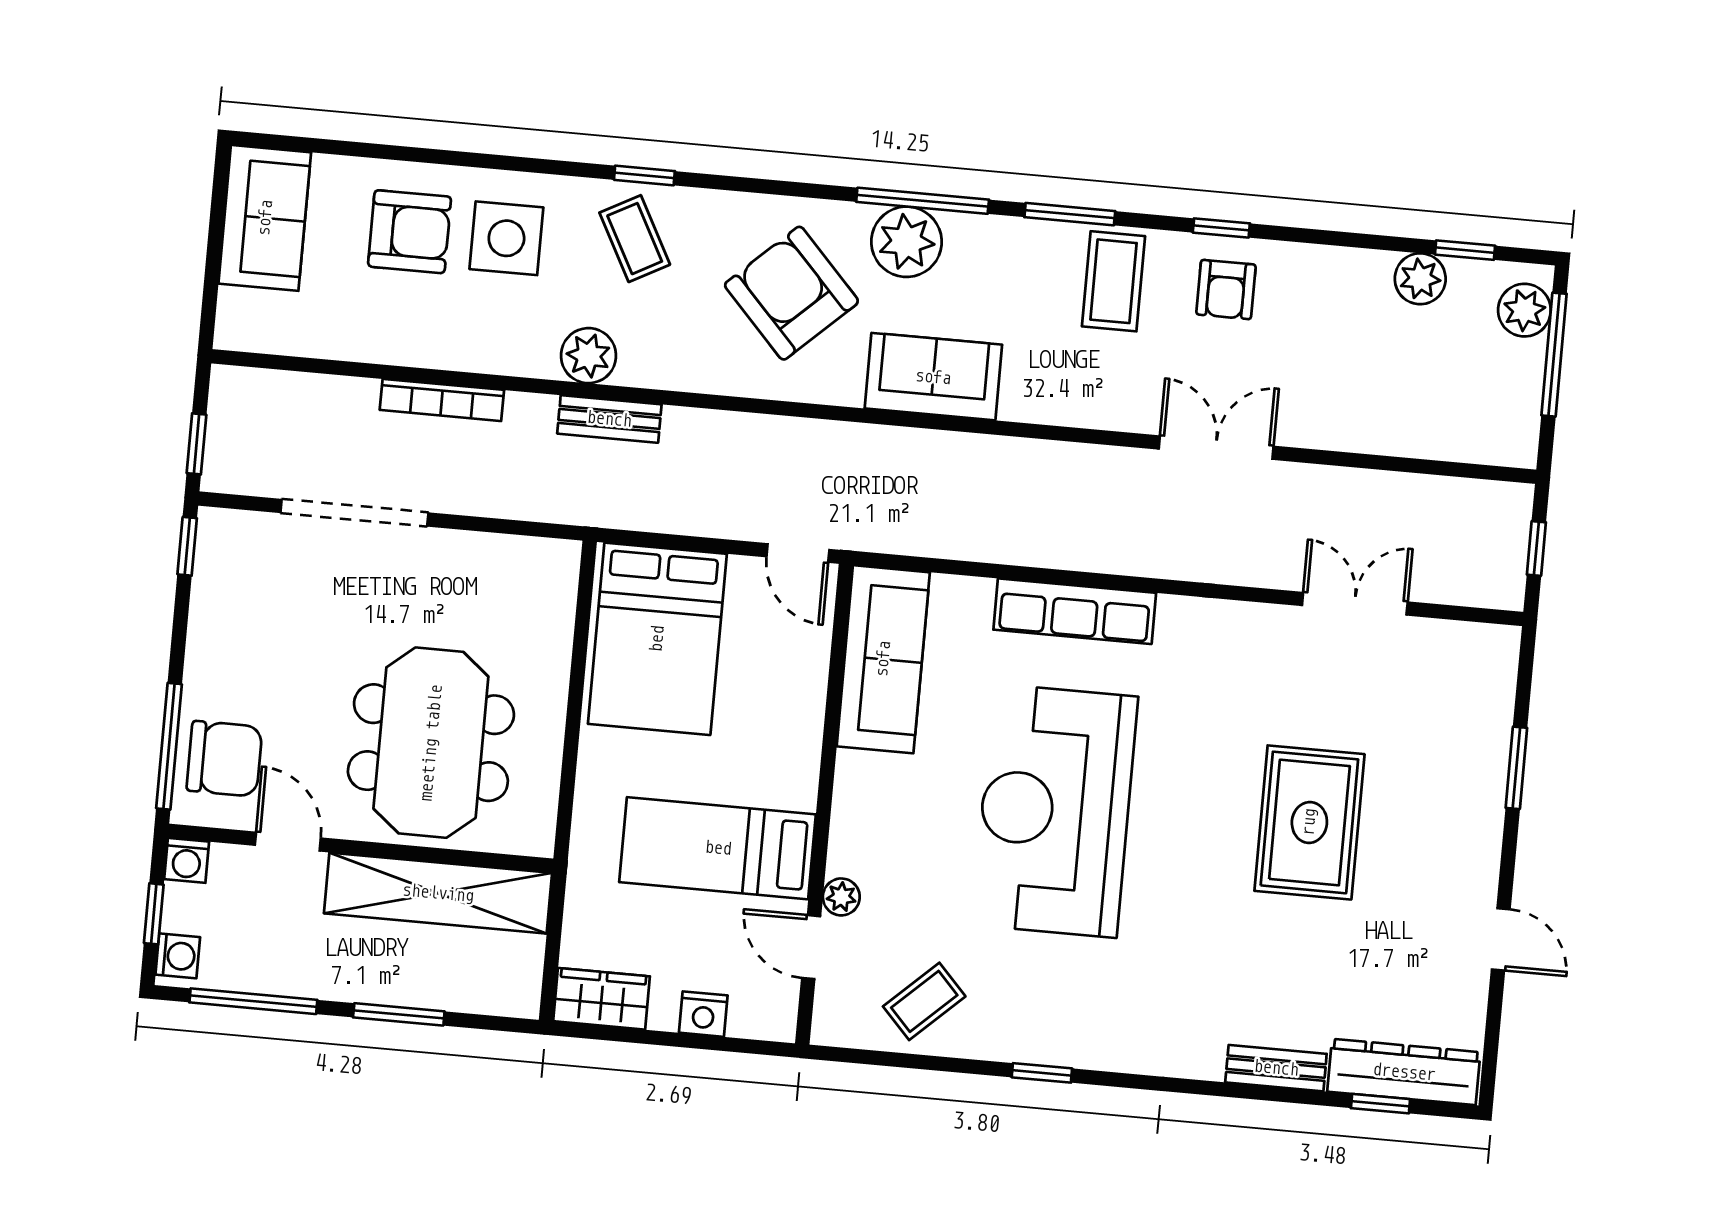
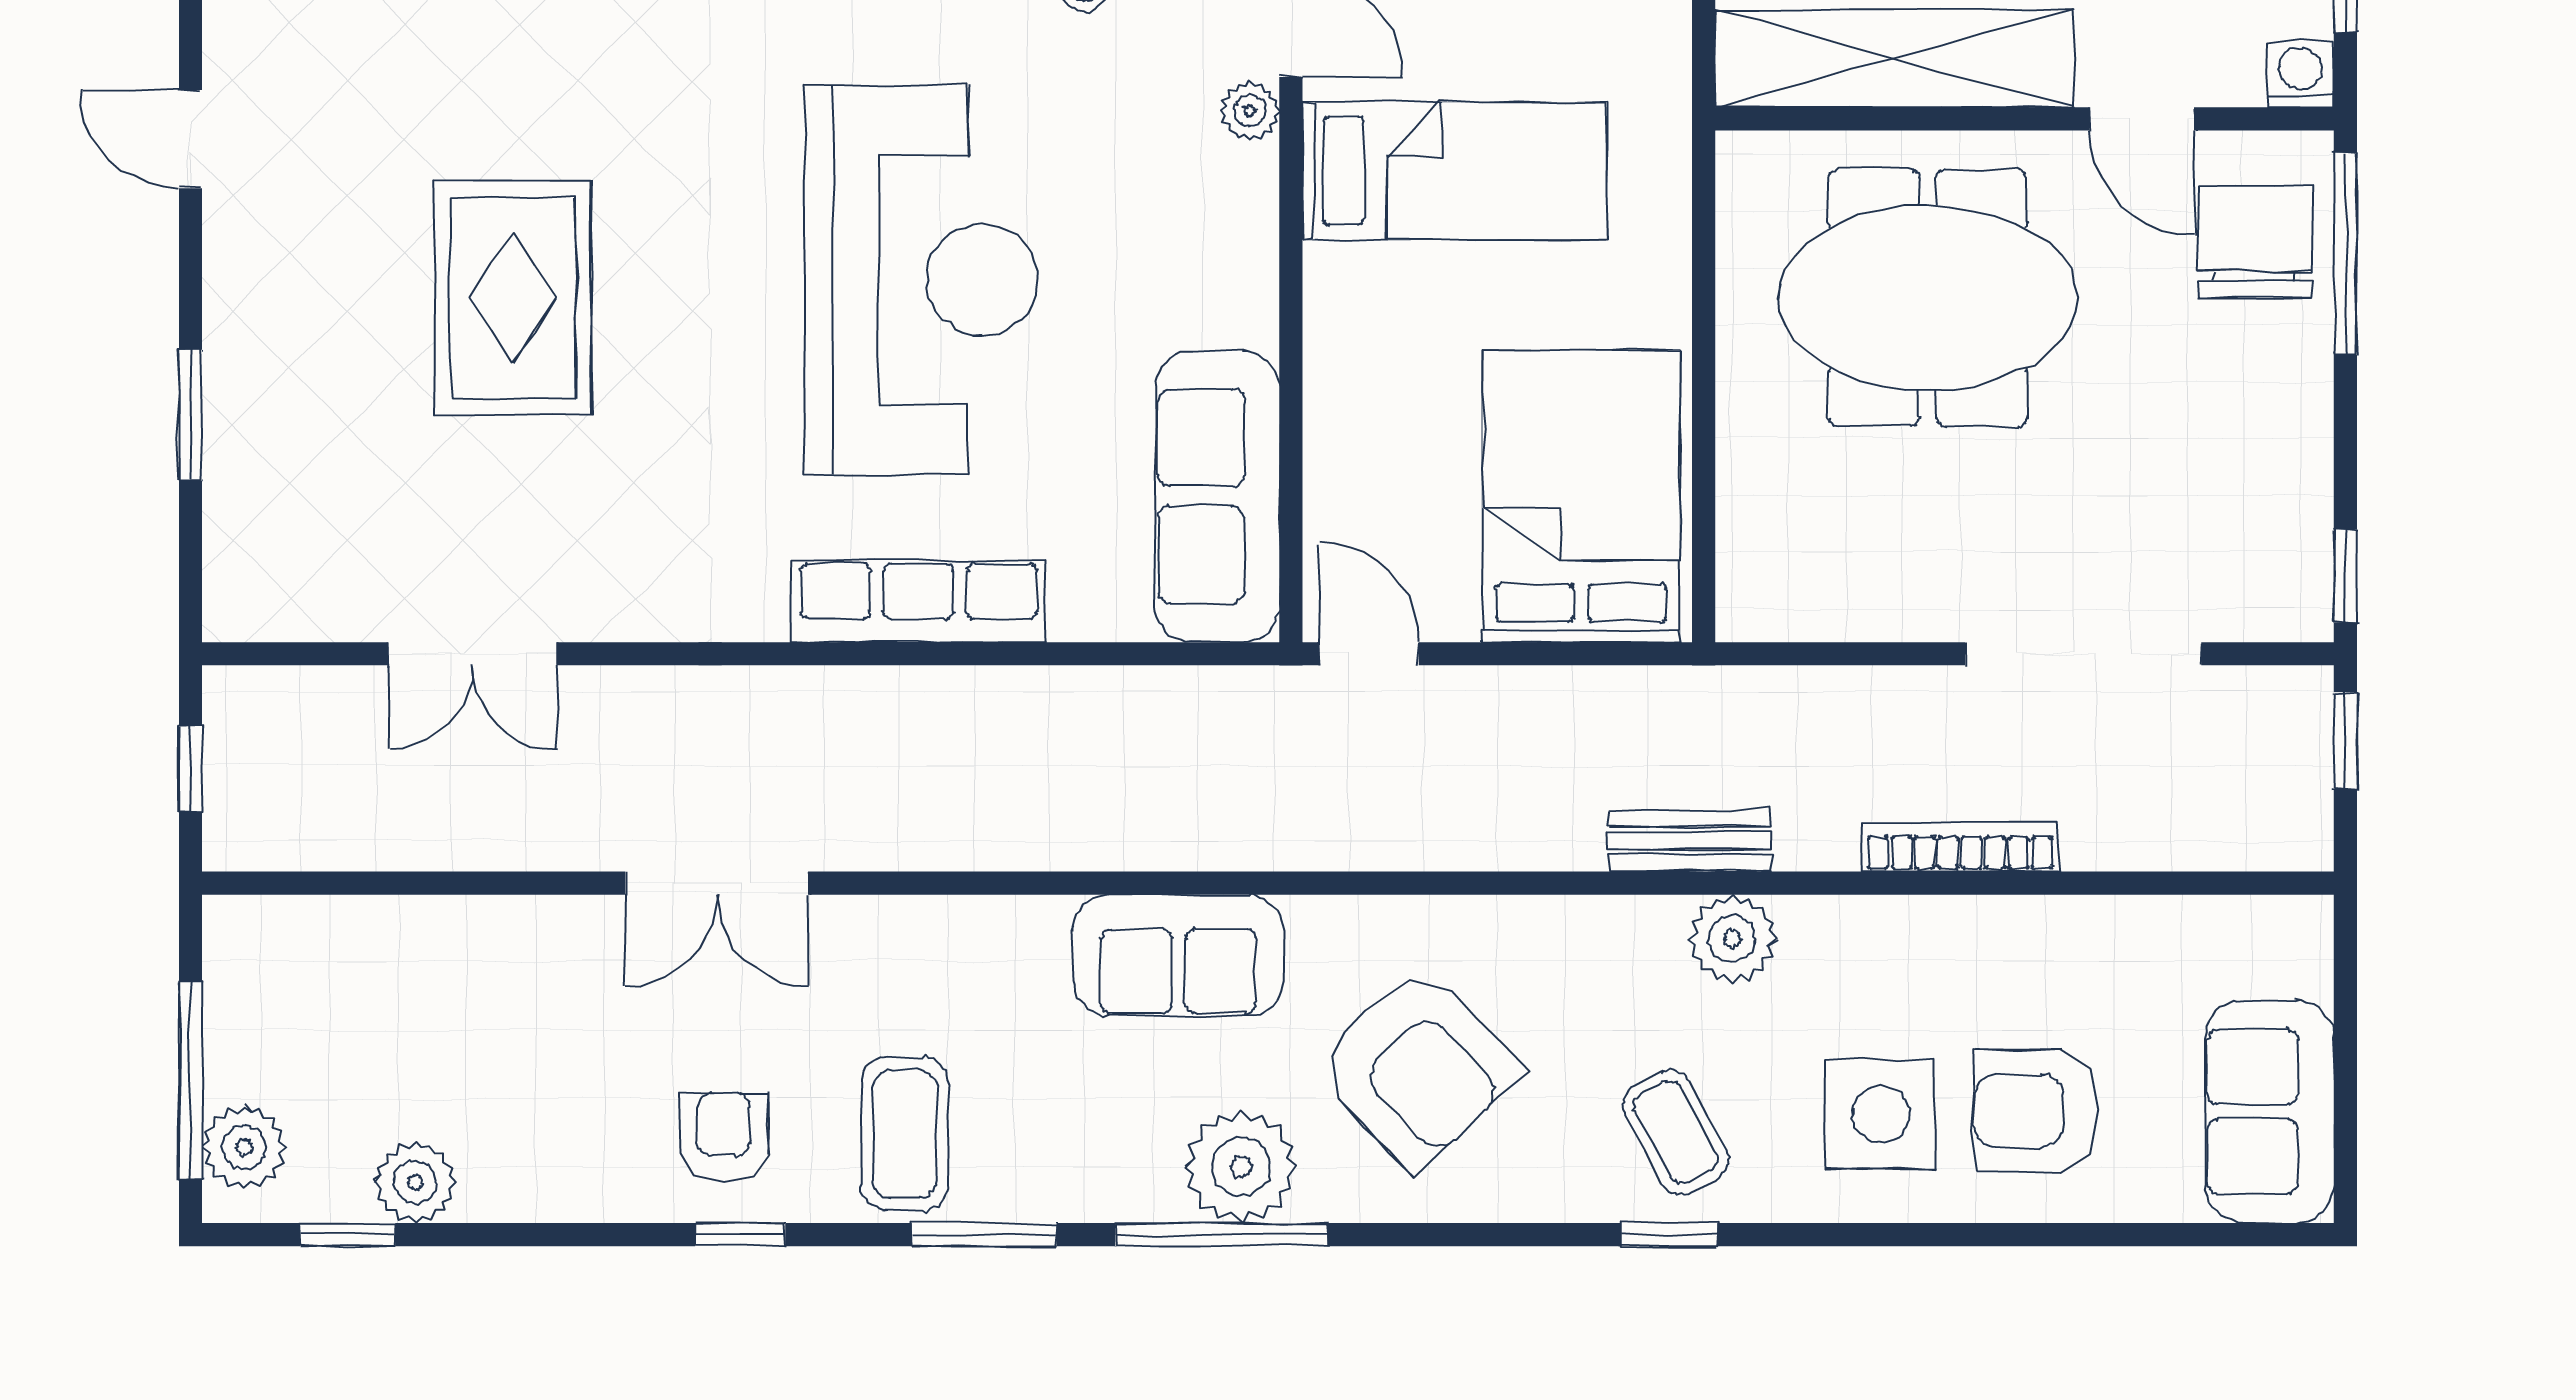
meeting table: (431, 743) -> (1928, 298), turned 90
chair: (224, 759) -> (2255, 242), turned 90

